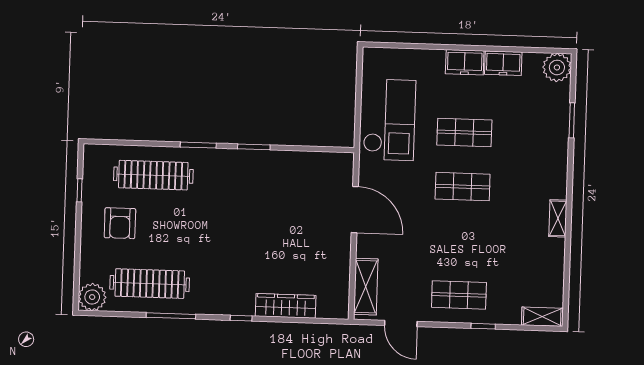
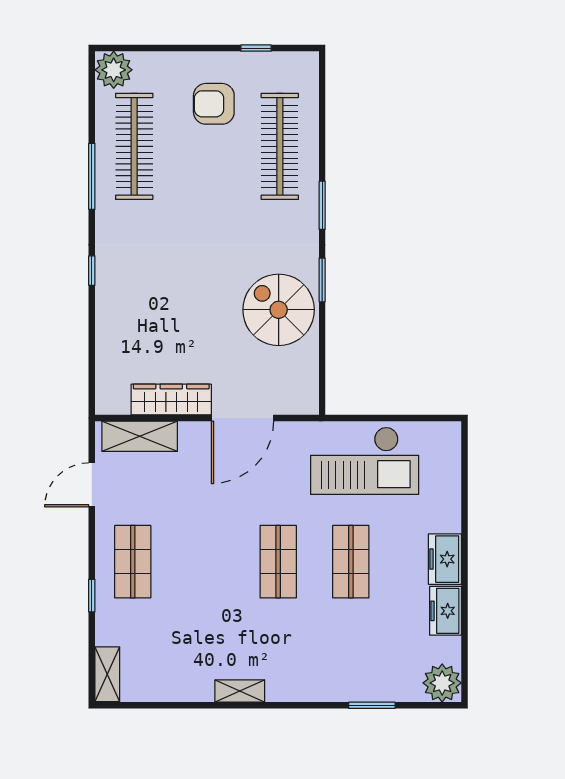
spiral stairs: (275, 180) -> (279, 310), added
wardrobe: (286, 306) -> (171, 400), moved, turned -90

